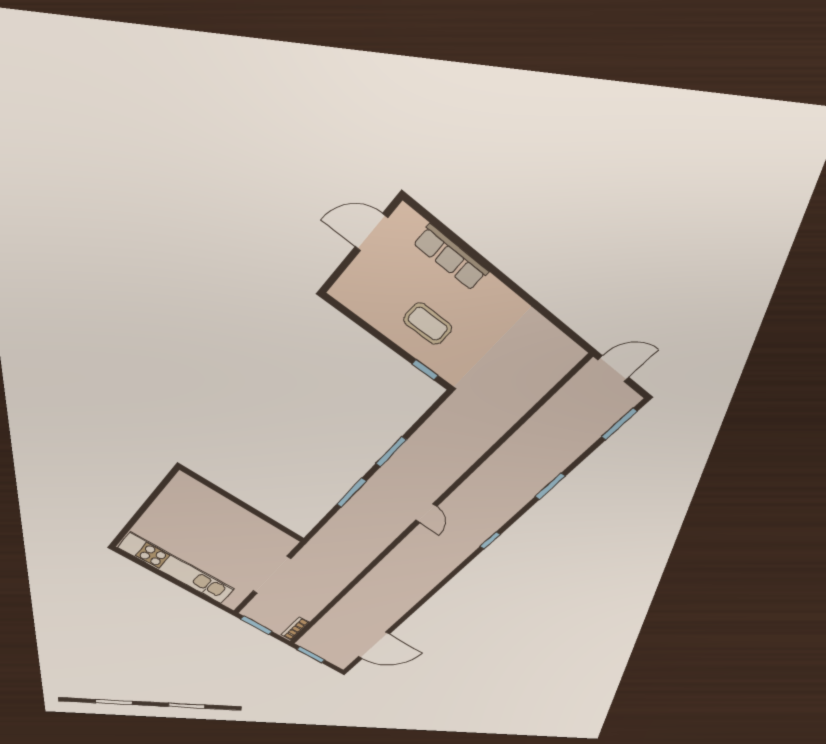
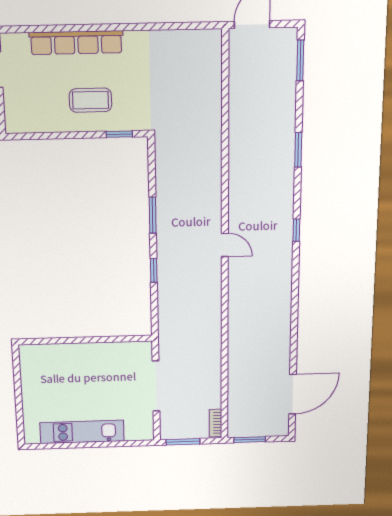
row of seats: (451, 257) -> (76, 43), width x1.36
window: (351, 493) -> (154, 270), width x0.67
kitchen unit: (177, 569) -> (82, 432), width x0.73

